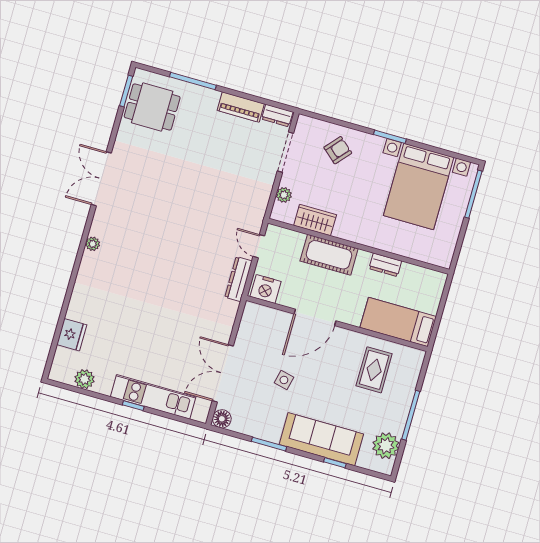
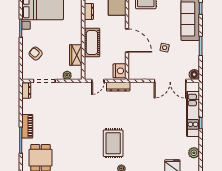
piano: (241, 107) -> (27, 126), moved
rug: (141, 242) -> (113, 143), added

